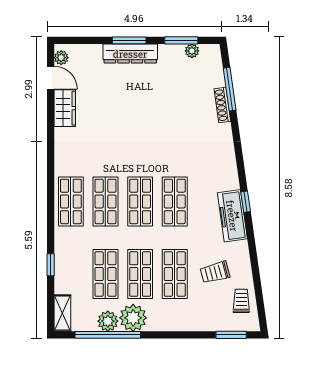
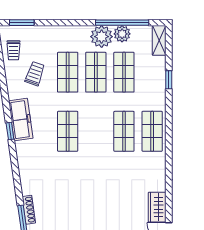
shop shelf: (140, 201) -> (96, 131), removed
trolley: (215, 272) -> (35, 74), turned -56

